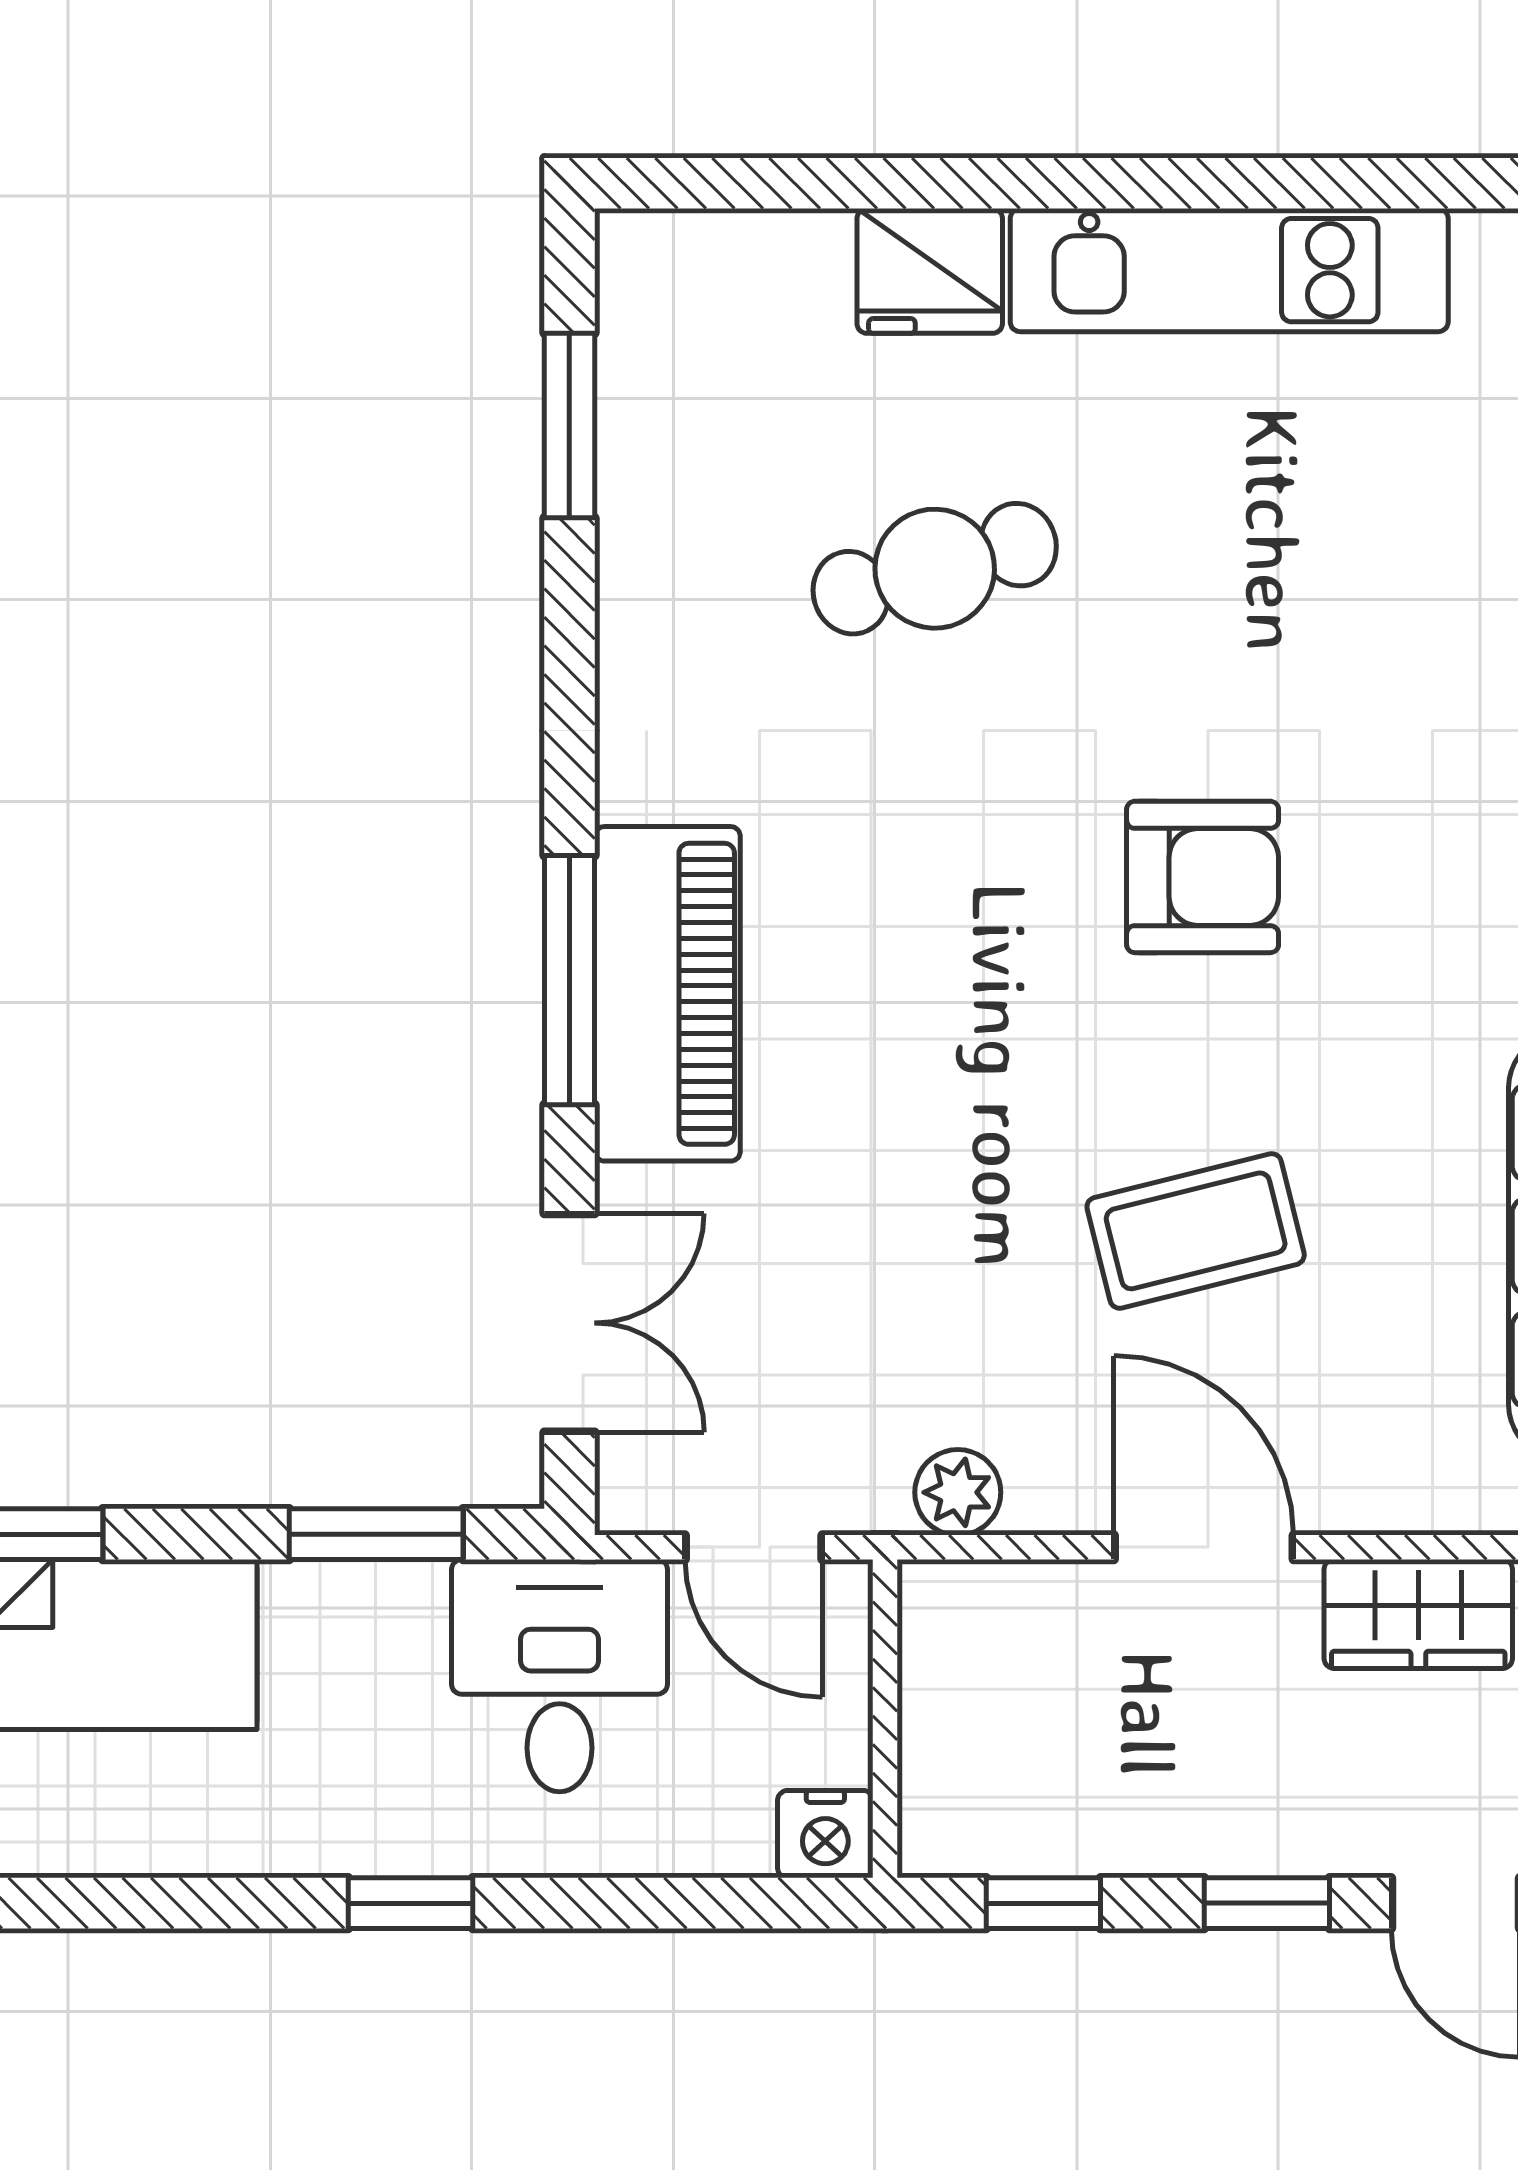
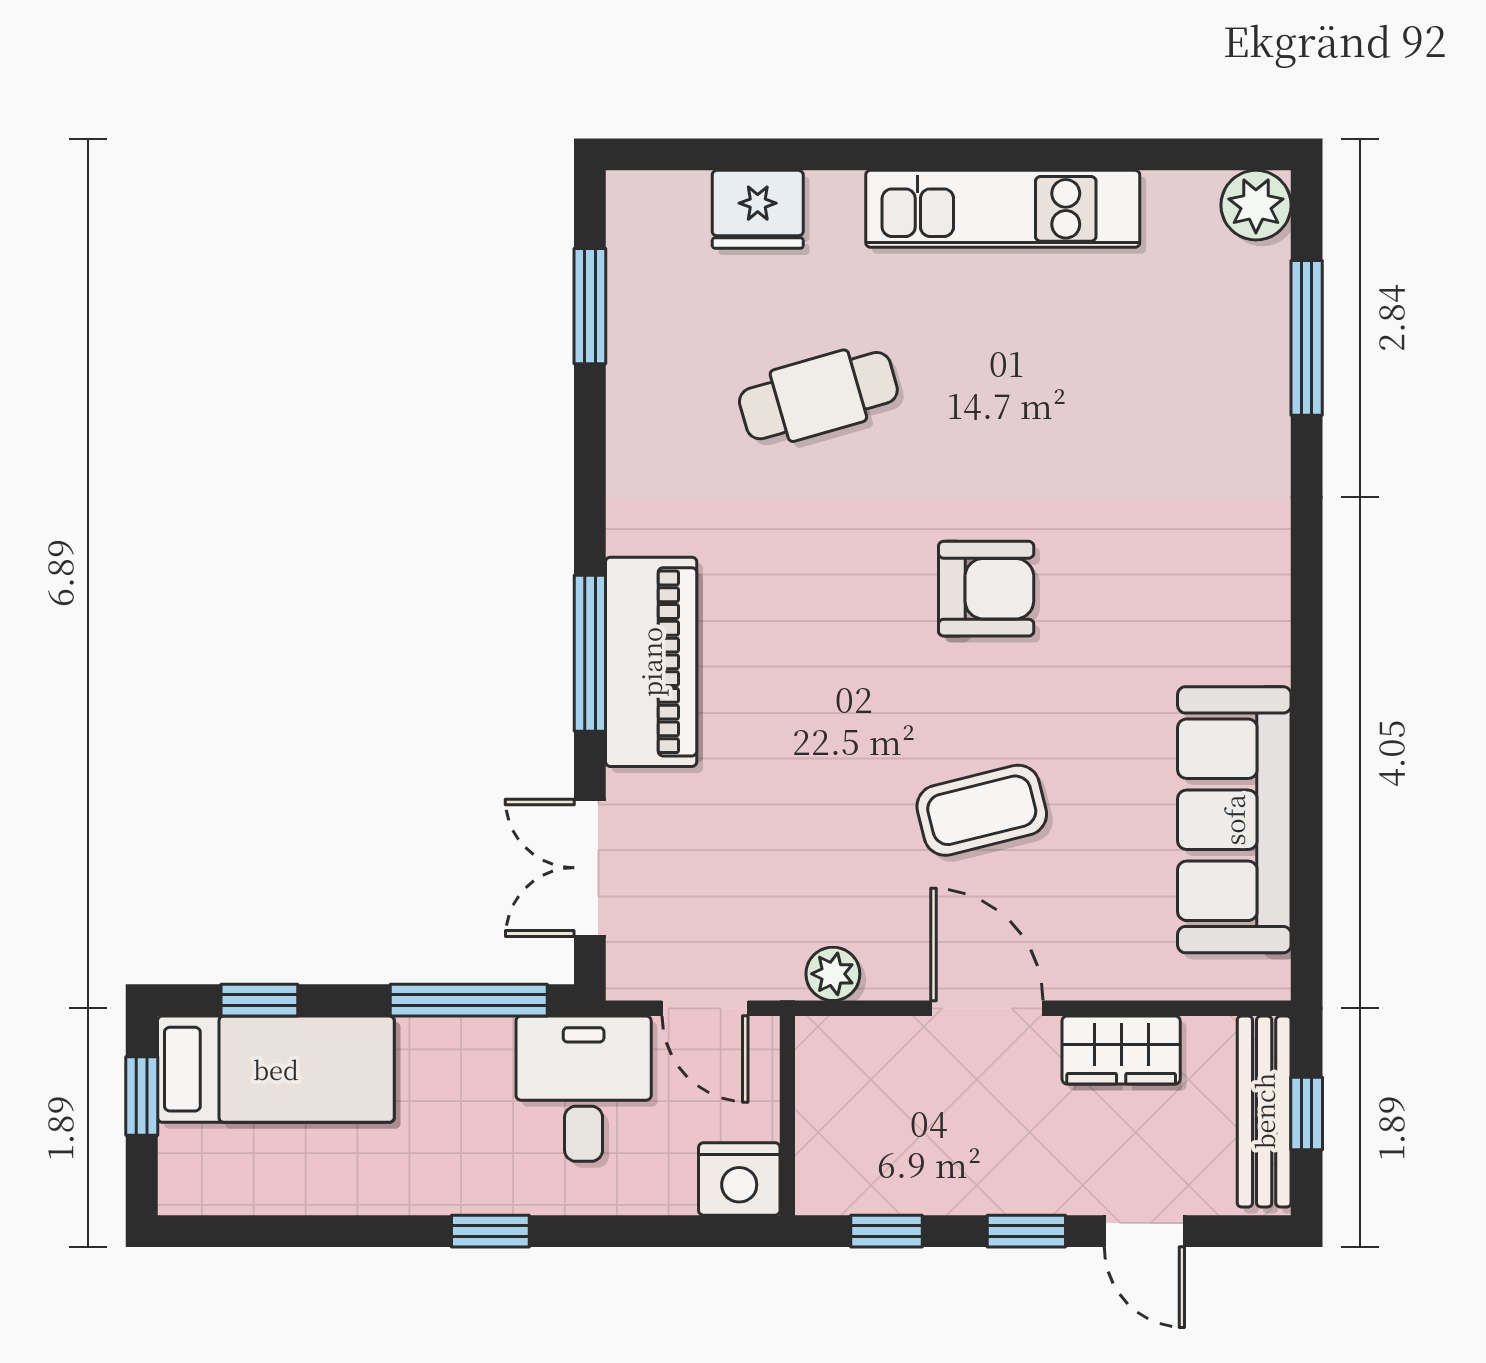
fridge: (930, 271) -> (758, 209), moved
double door: (569, 1323) -> (590, 868), swing flipped
window: (376, 1534) -> (469, 1000), width x1.44
nightstand: (825, 1834) -> (739, 1179), width x1.36, depth x1.33

